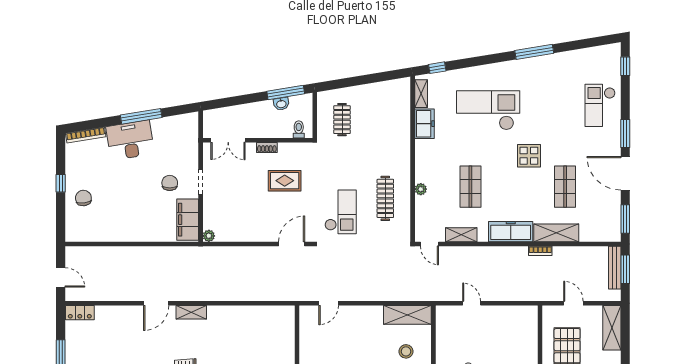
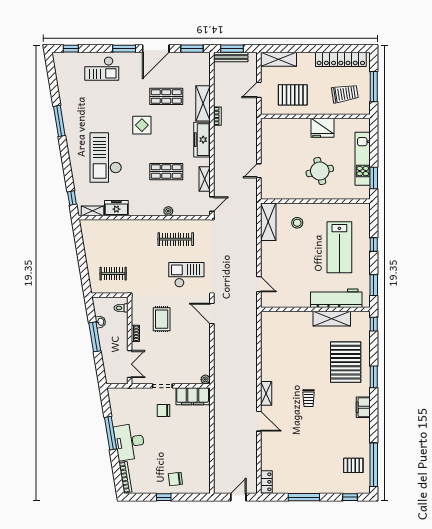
window: (286, 93) -> (95, 337), moved

